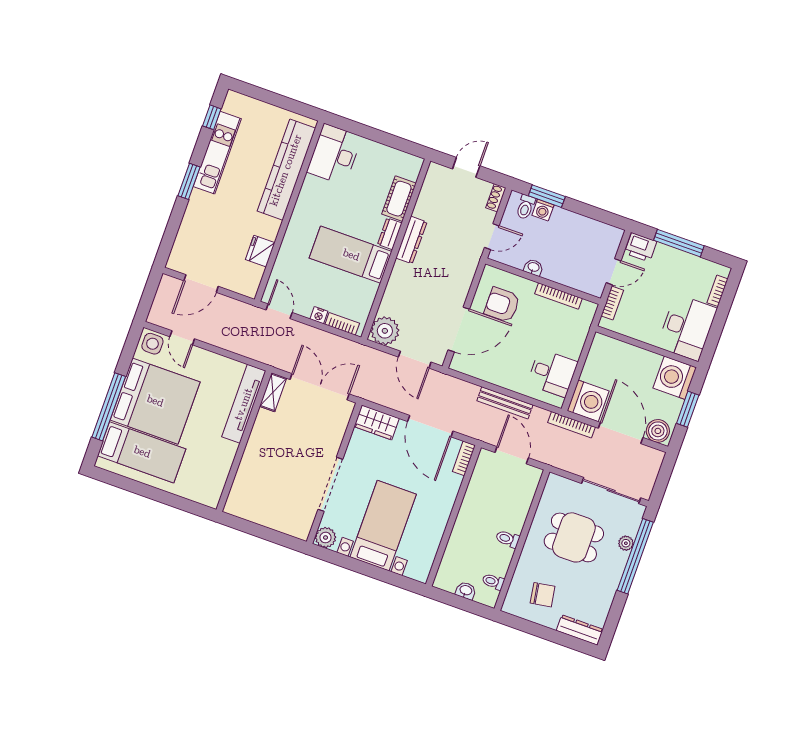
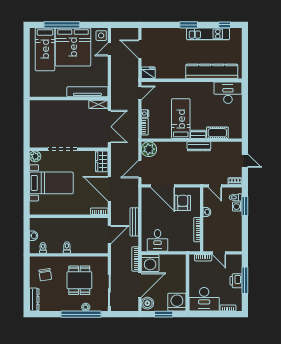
printer: (641, 247) -> (236, 281), moved
fridge: (260, 251) -> (148, 73), moved
door: (430, 426) -> (109, 189), hinge flipped

